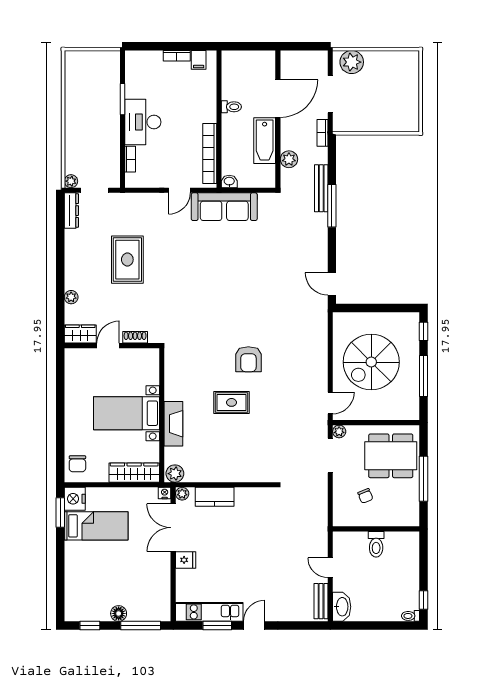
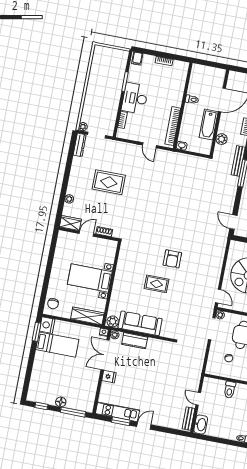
filing cabinet: (199, 60) -> (137, 59), moved
door: (179, 190) -> (149, 145), hinge flipped
sofa: (224, 207) -> (140, 323), moved, turned 180
rug: (127, 260) -> (109, 182), turned 90
door: (330, 403) -> (218, 296), hinge flipped
fireplace: (173, 424) -> (118, 290), removed

